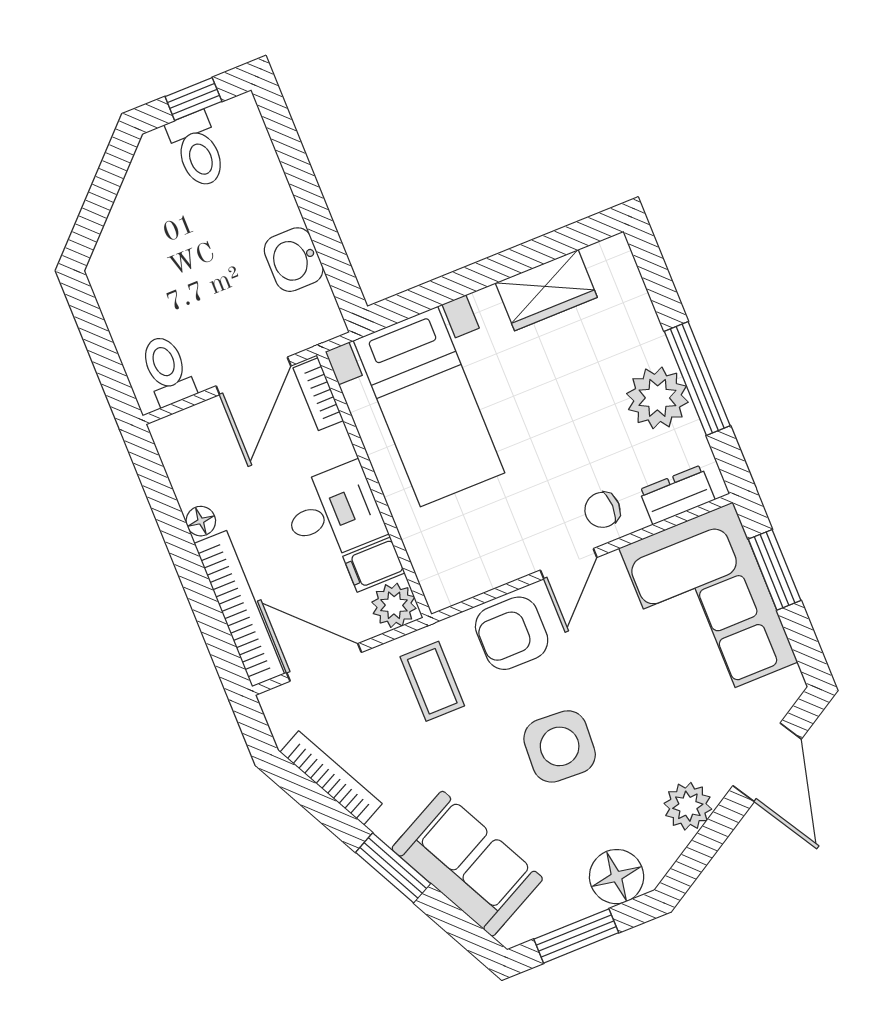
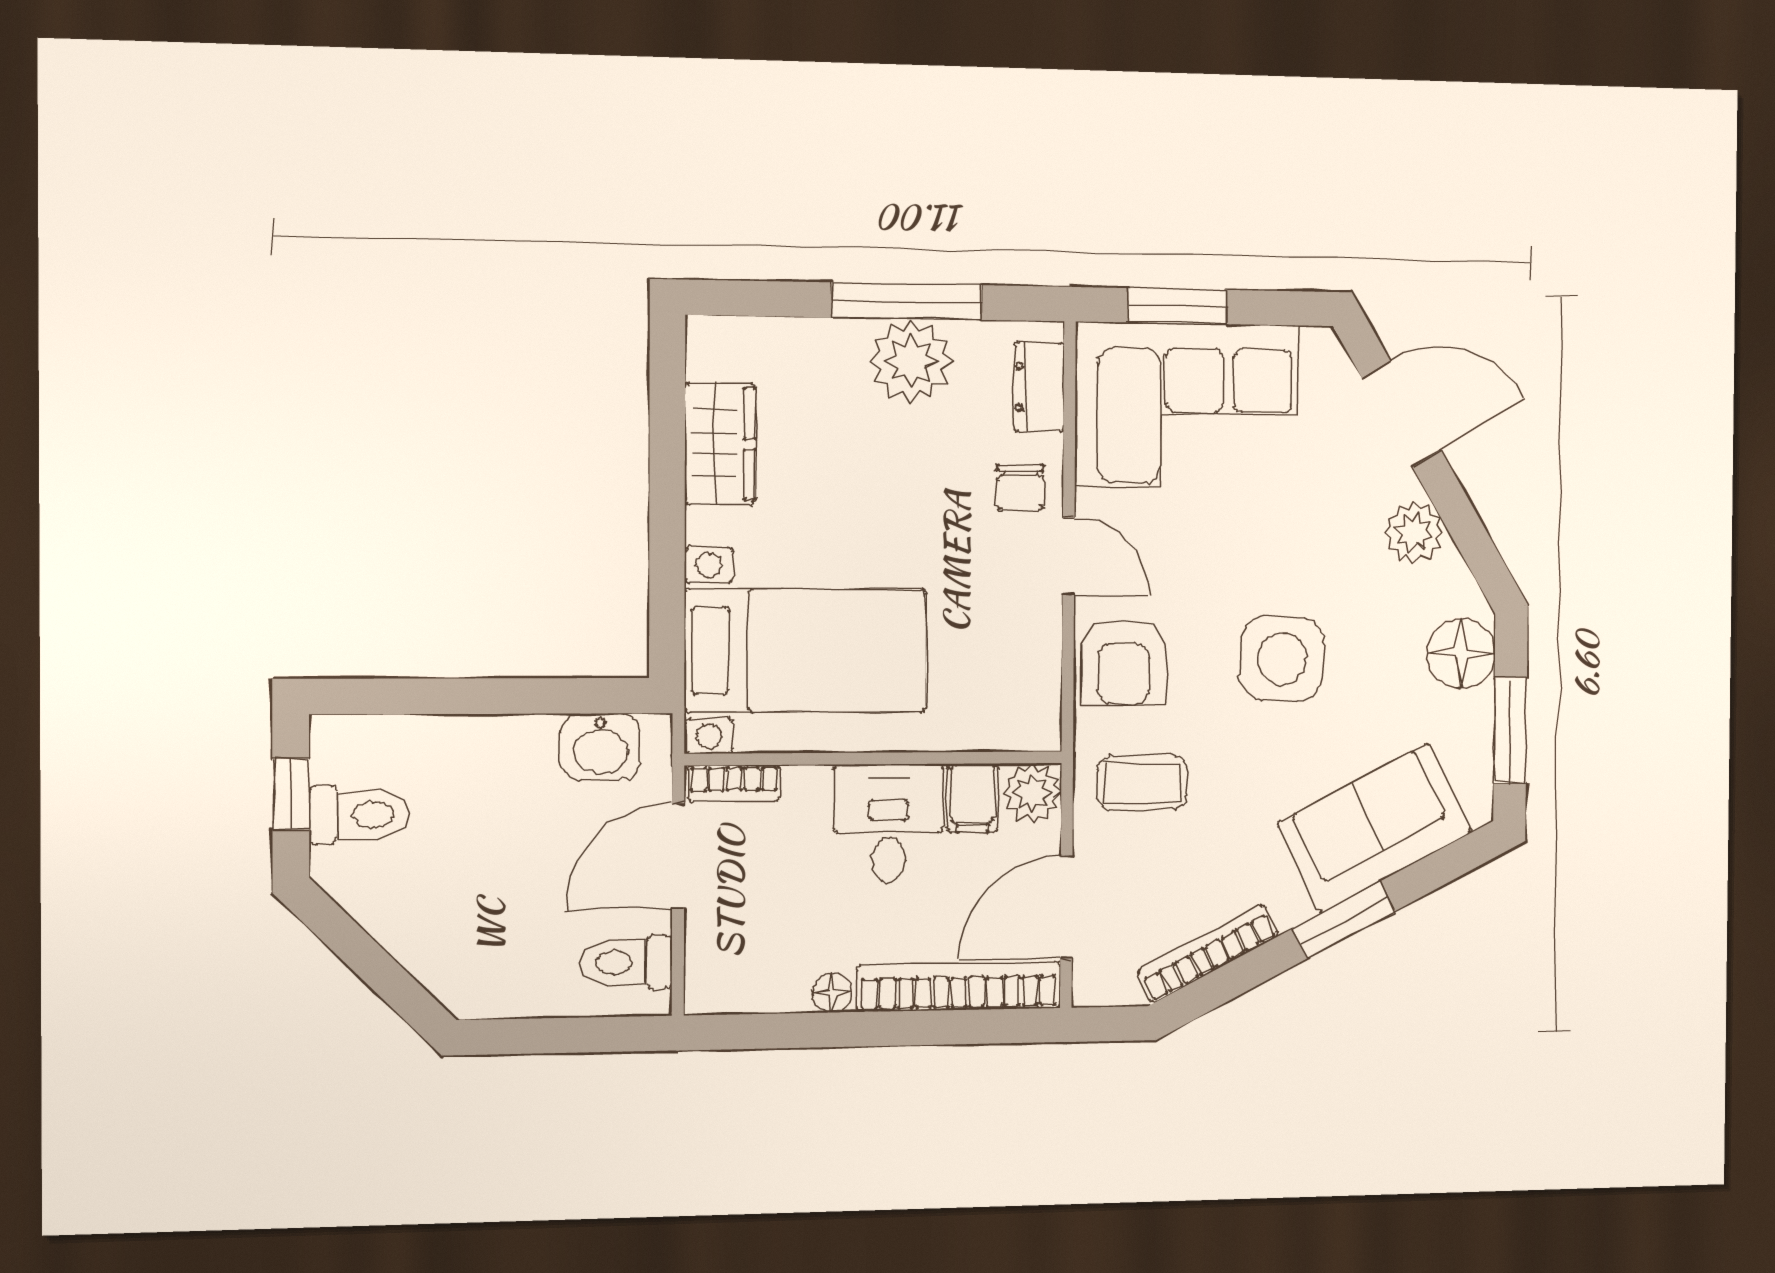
washbasin: (294, 260) -> (601, 747), moved
door: (254, 376) -> (678, 856), swing flipped

